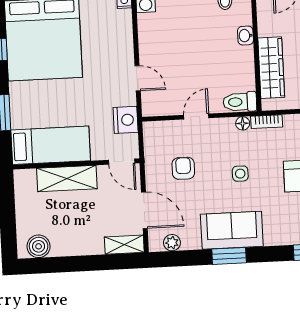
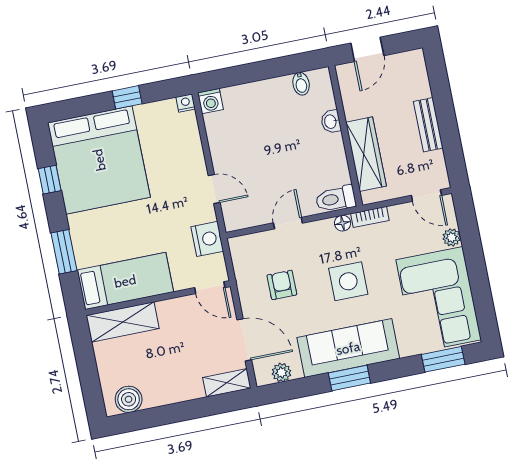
side table: (240, 174) -> (348, 281), width x1.87, depth x1.87
shelving: (67, 179) -> (123, 322), moved
sofa: (232, 230) -> (348, 348), width x1.36

